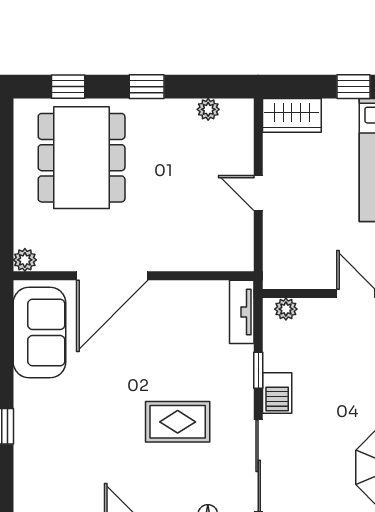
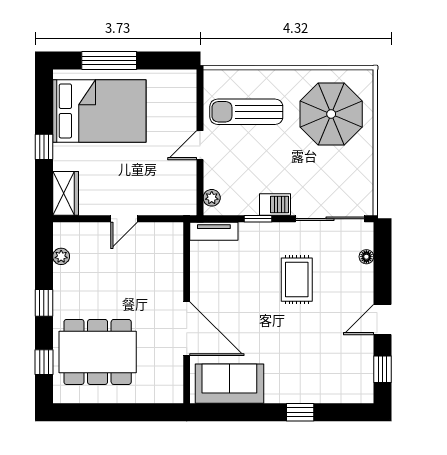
plant: (25, 260) -> (175, 395), removed

